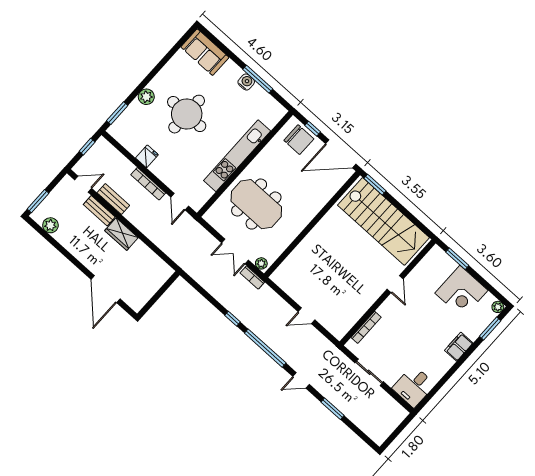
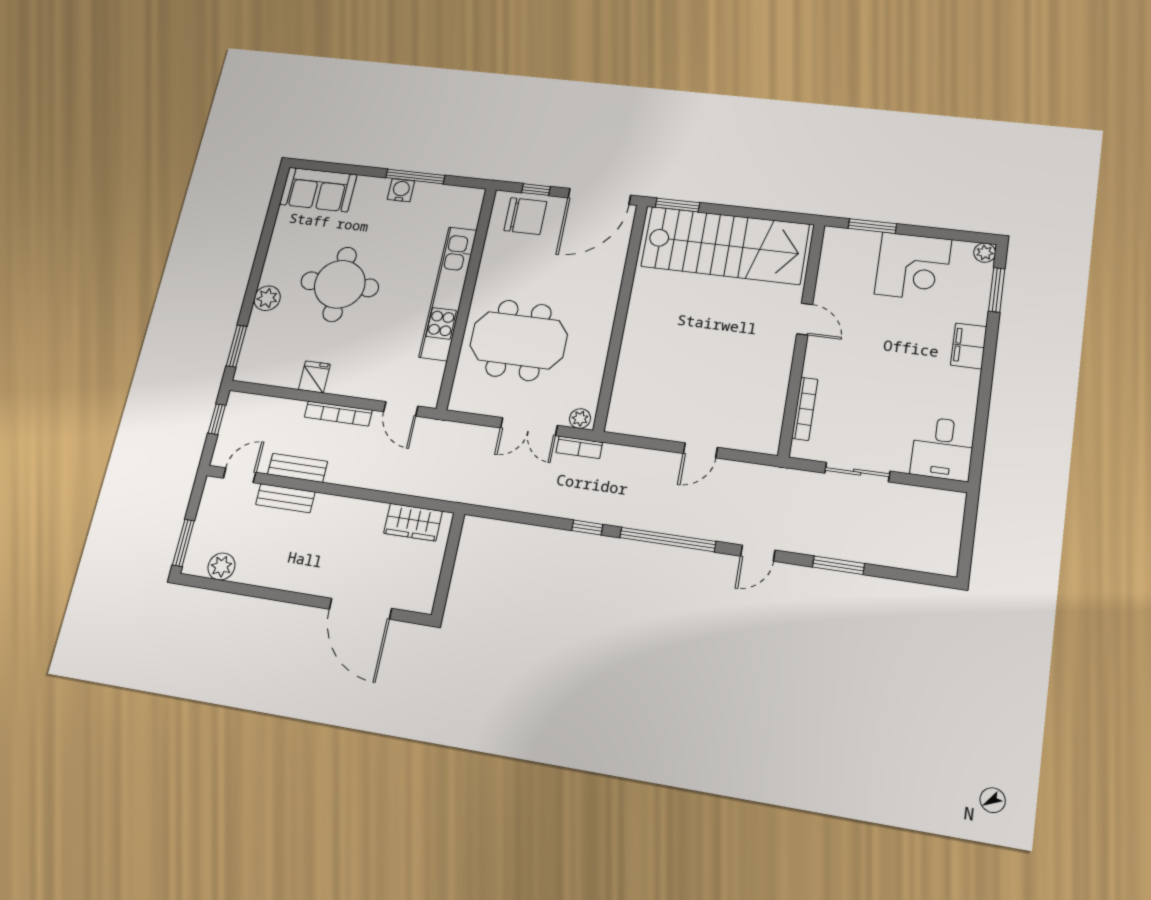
wardrobe: (121, 234) -> (413, 522), moved

